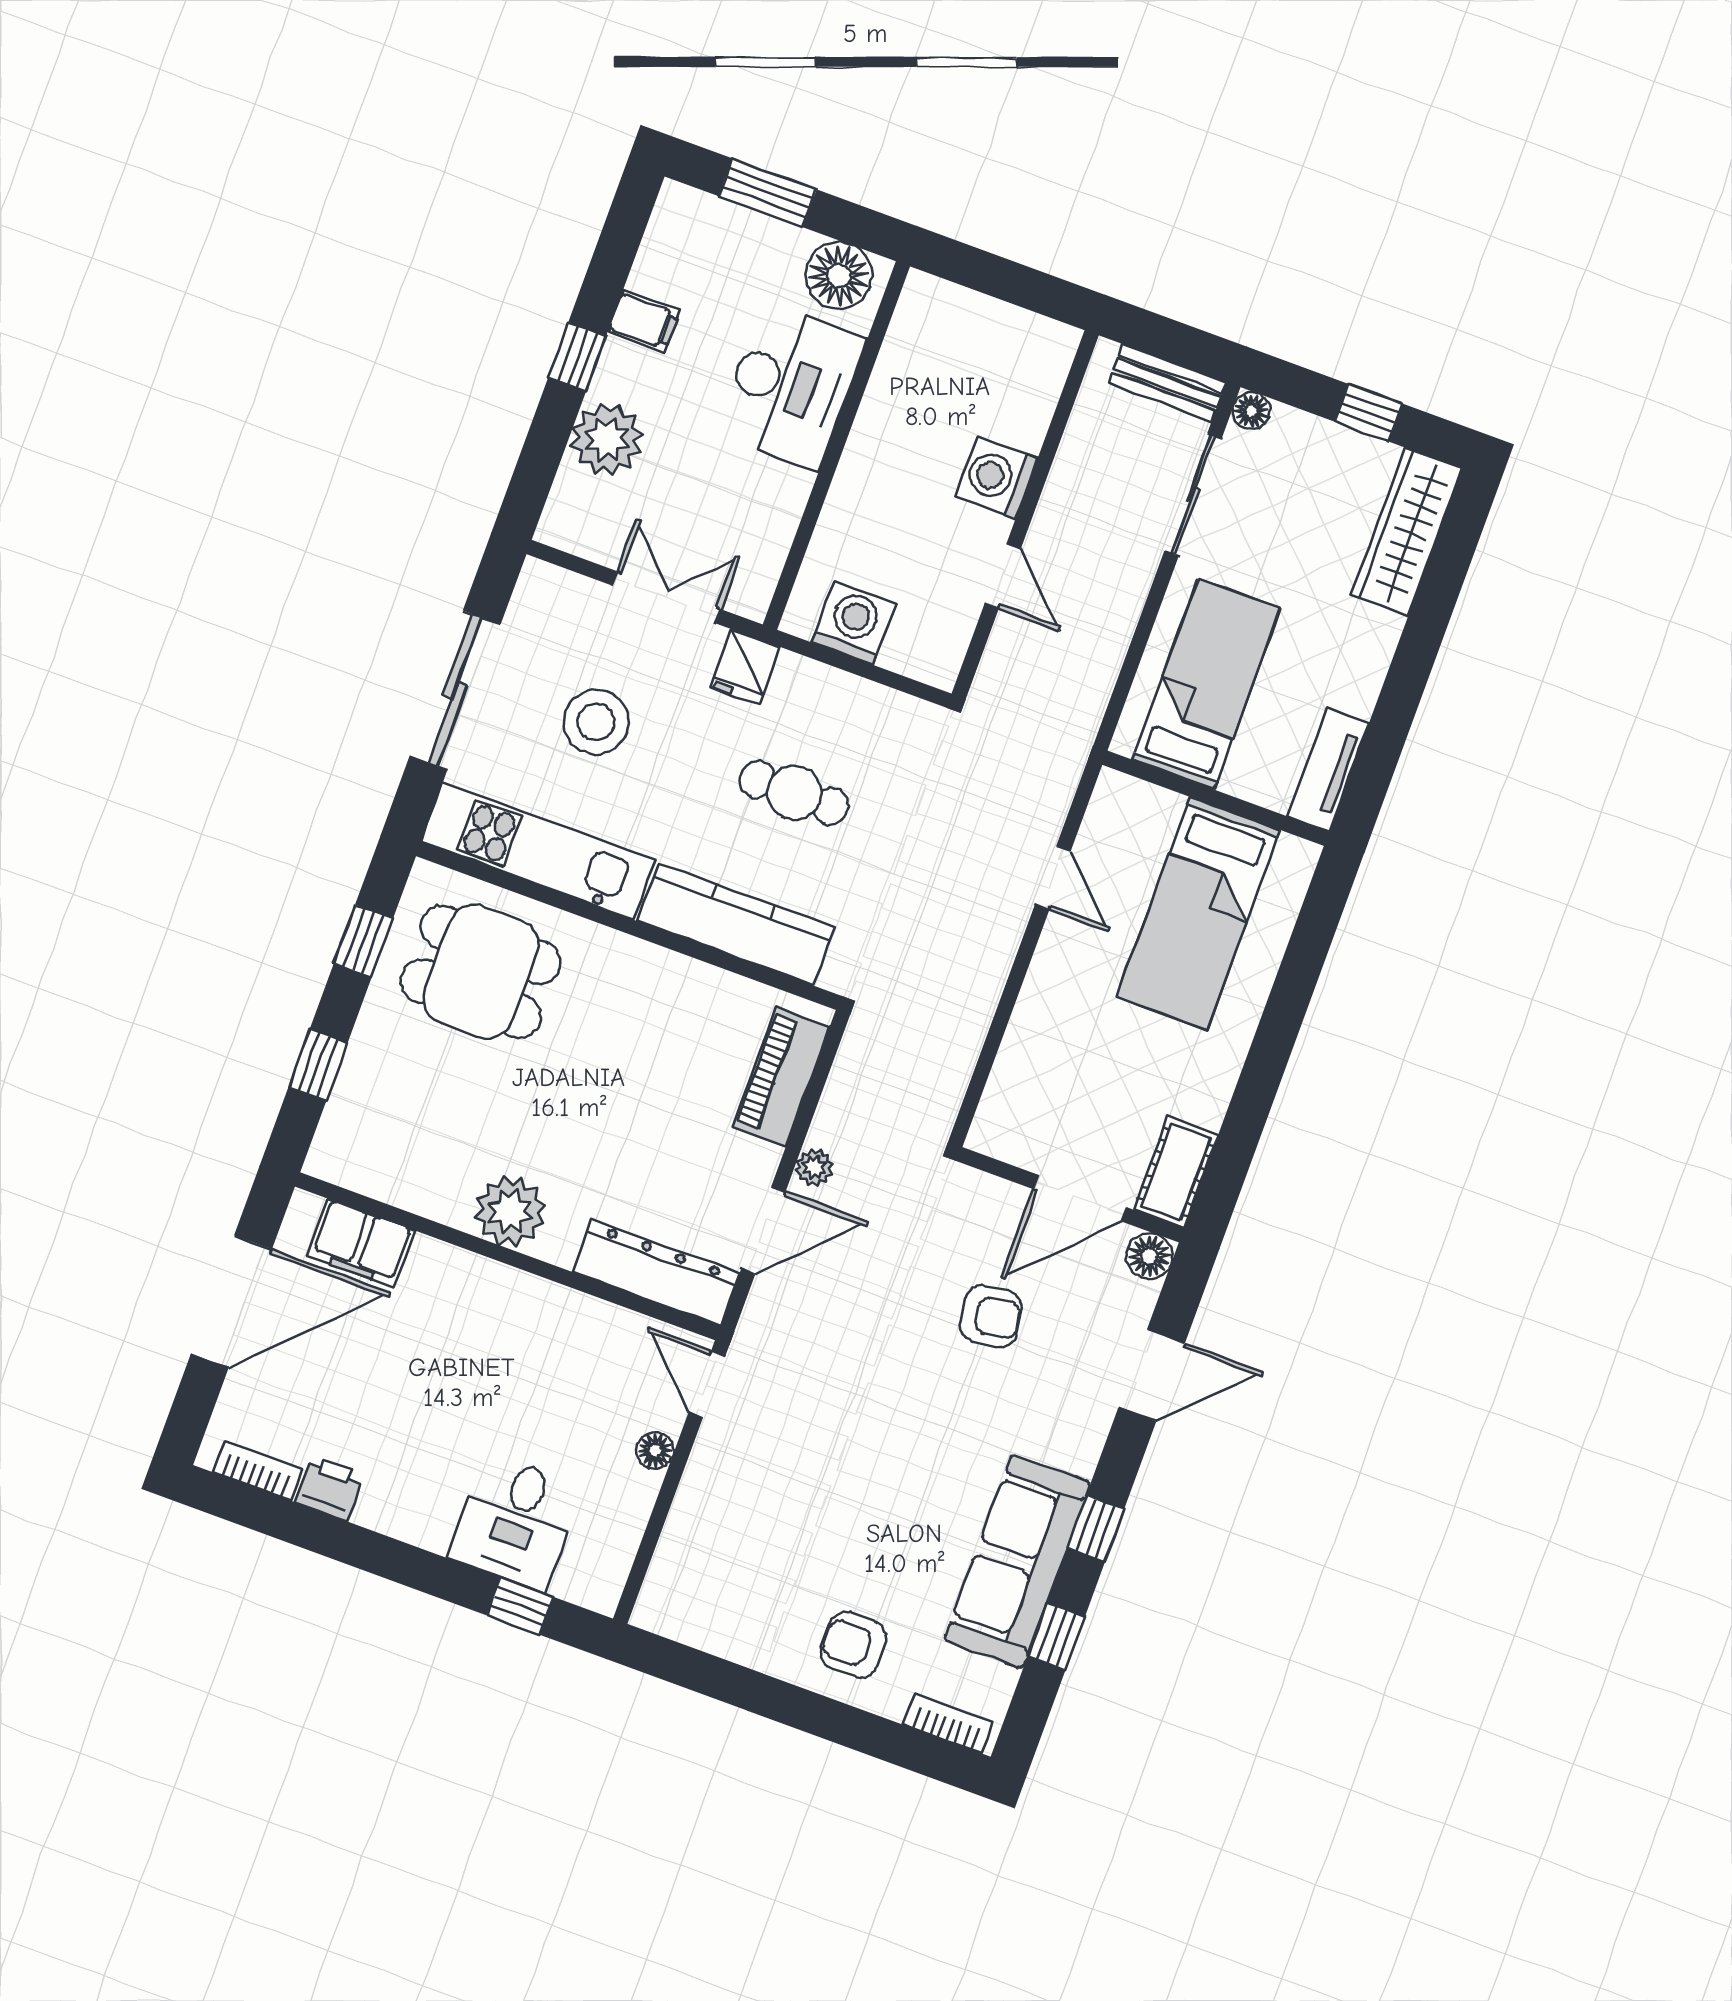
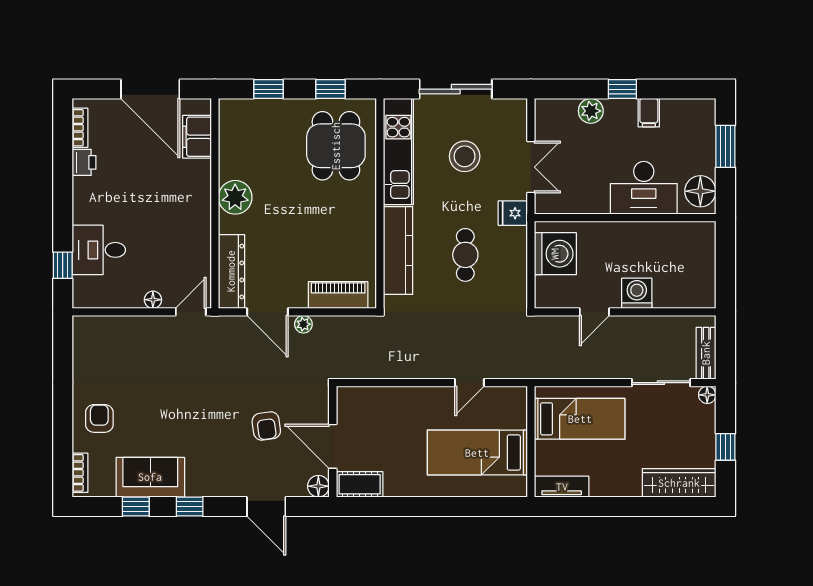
plant: (607, 439) -> (591, 111), width x0.73, depth x0.73
washing machine: (853, 623) -> (555, 254), width x1.37, depth x1.37
sofa: (1017, 1561) -> (150, 477), width x0.73

